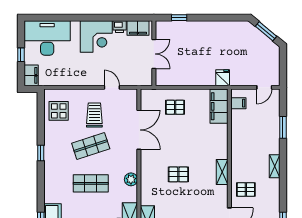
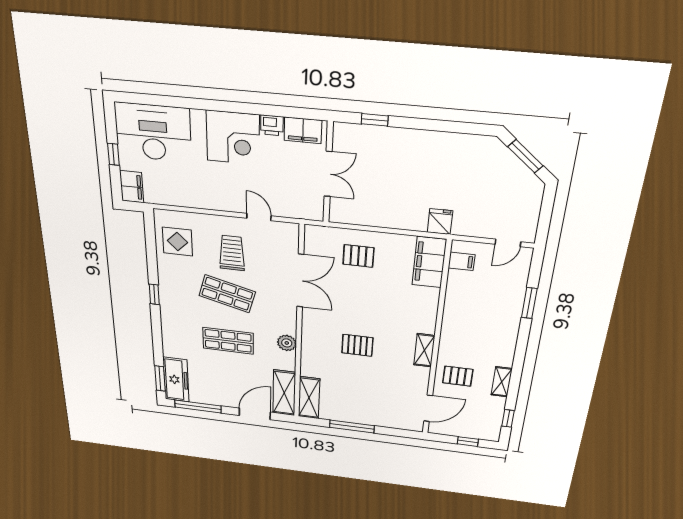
shop shelf: (91, 146) -> (227, 294), turned 33
shelving: (275, 166) -> (502, 382), moved

